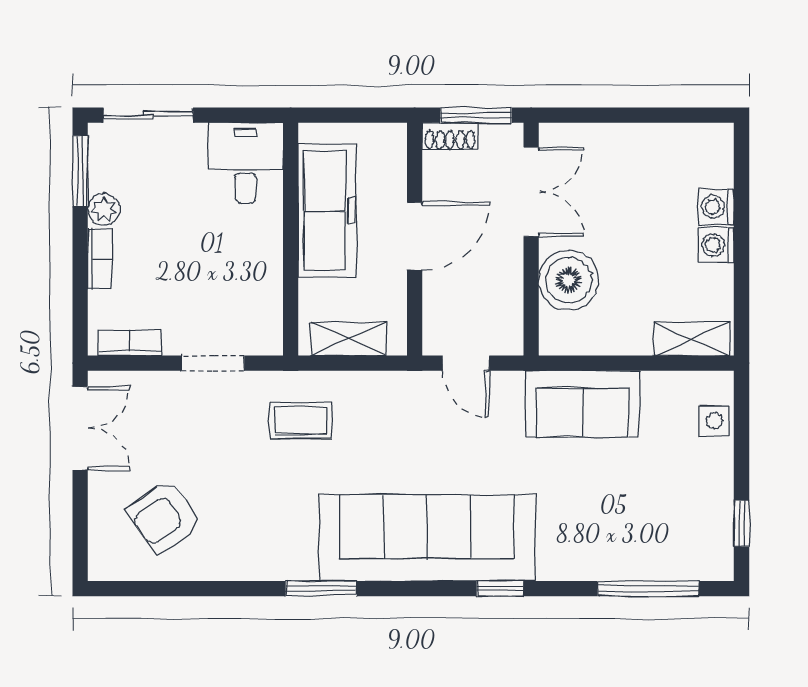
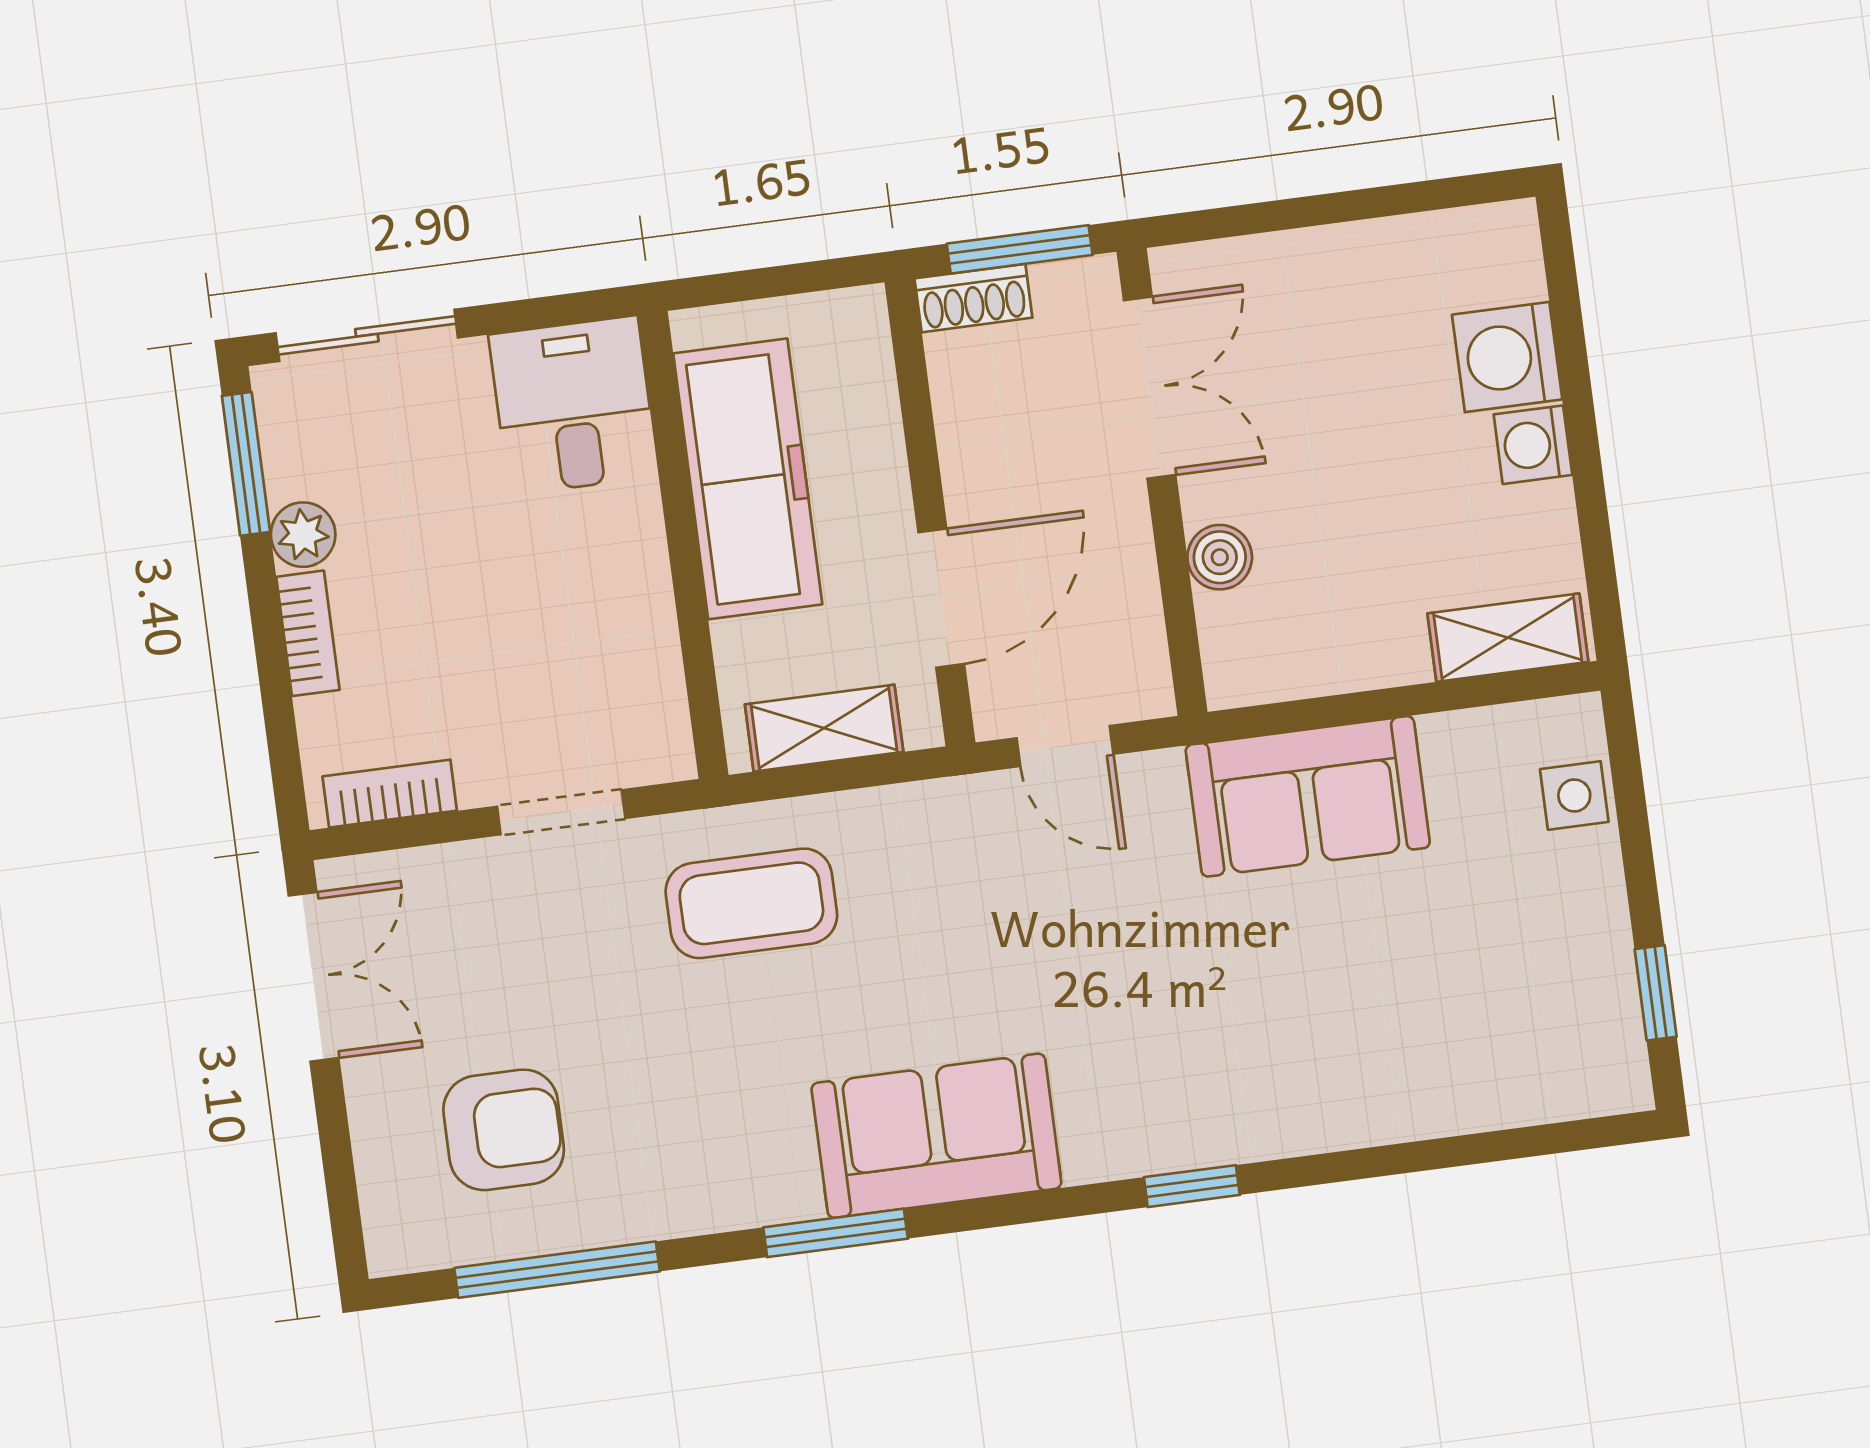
washing machine: (716, 207) -> (1507, 357), width x1.38, depth x1.38
door: (415, 236) -> (941, 598), moved
boiler: (569, 280) -> (1220, 557), width x0.54, depth x0.54
coffee table: (301, 421) -> (751, 903), width x1.36, depth x1.30
armchair: (164, 516) -> (504, 1130), turned -146
sofa: (427, 538) -> (936, 1136), width x0.54, depth x0.79
window: (648, 589) -> (557, 1270), moved

